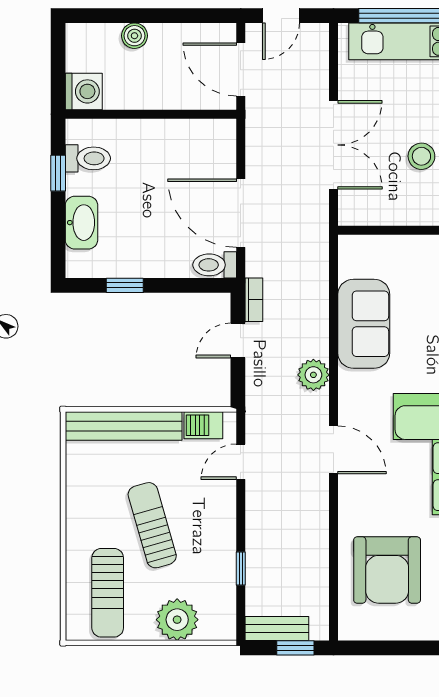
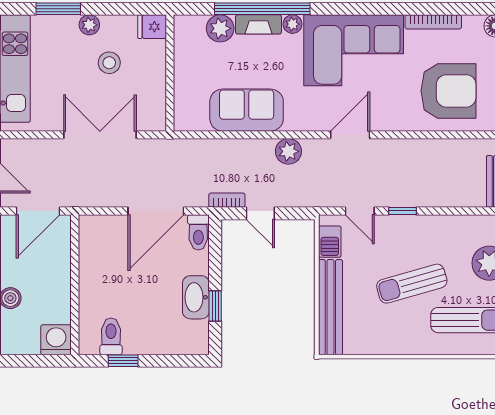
washbasin: (81, 223) -> (196, 297), moved, turned -90
window: (241, 569) -> (403, 211), moved

